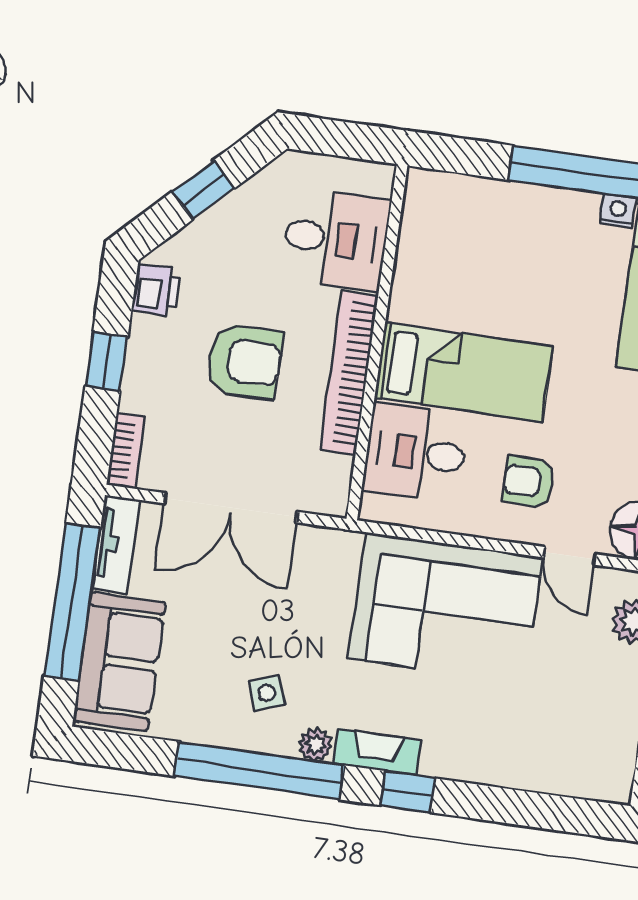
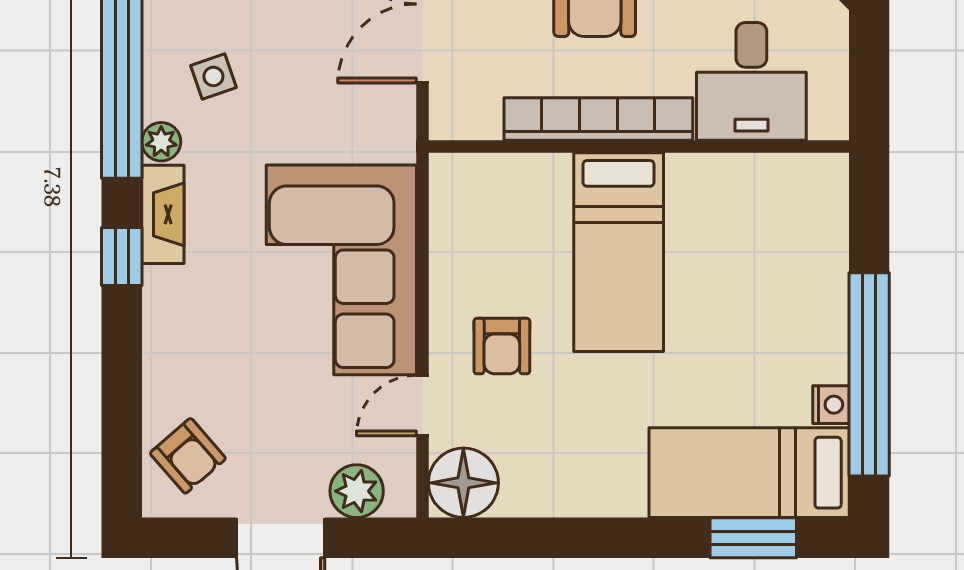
desk: (415, 453) -> (517, 210), removed
armchair: (529, 482) -> (502, 346), turned 180
armchair: (584, 760) -> (188, 456), added

